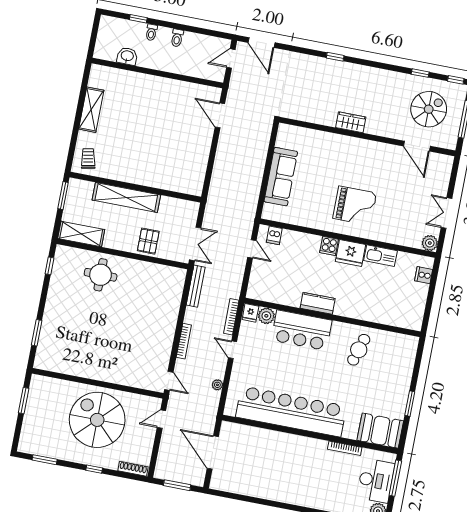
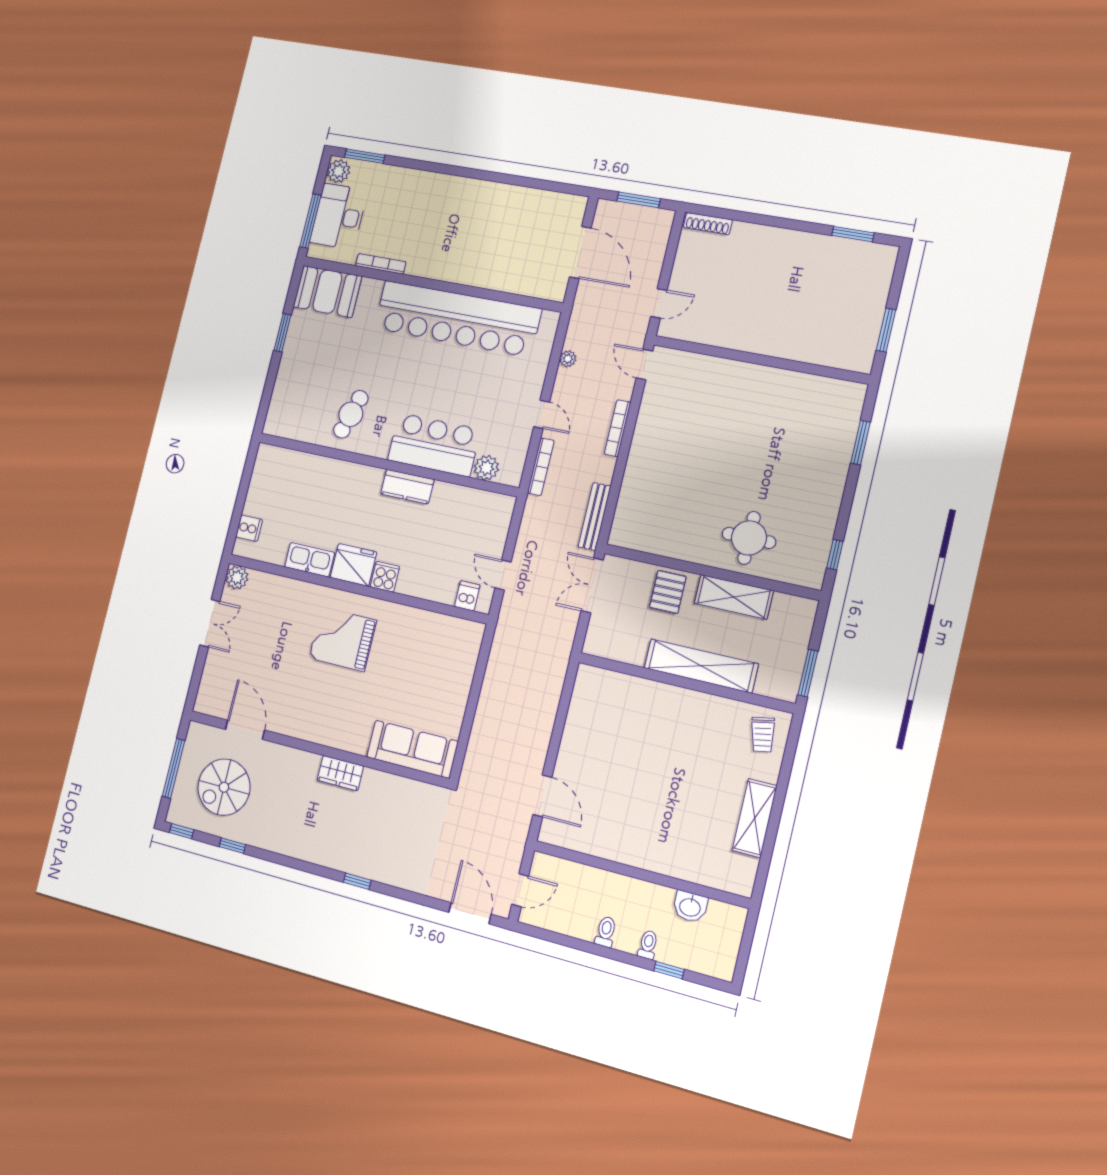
sofa: (281, 177) -> (412, 749), moved, turned 90
shelving: (81, 234) -> (734, 597), moved
fridge: (250, 313) -> (511, 473), removed
spiral stairs: (97, 420) -> (763, 300), removed
window: (94, 469) -> (771, 221), removed

